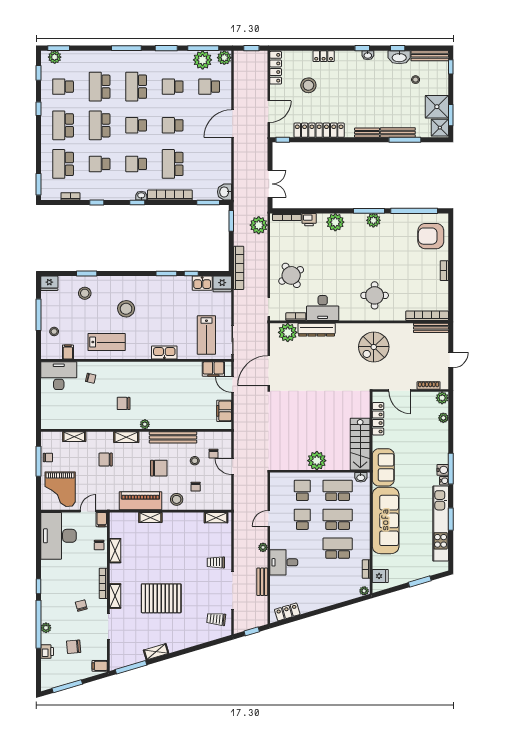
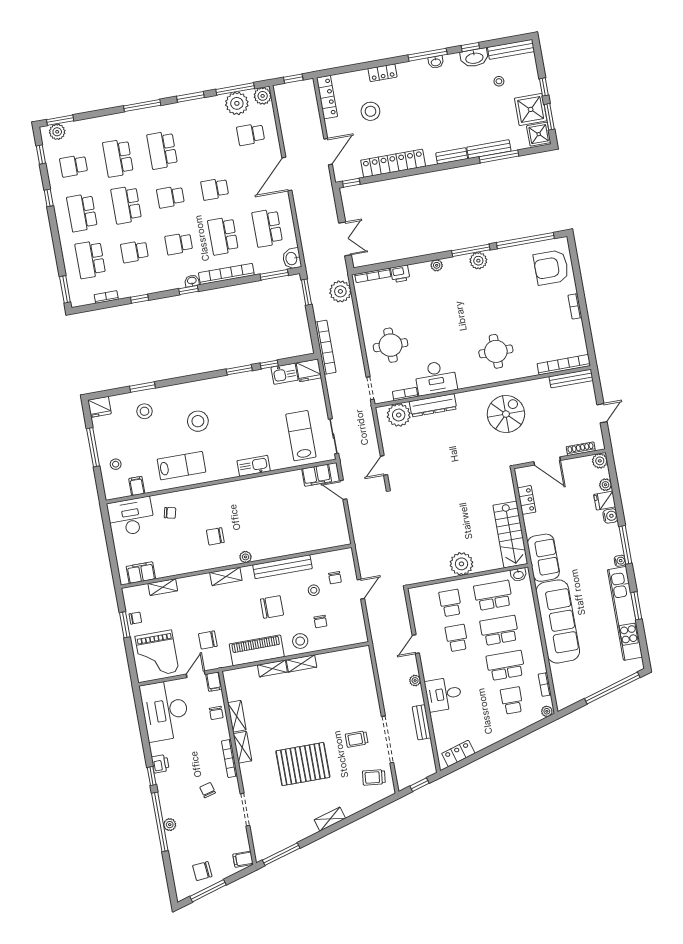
window: (362, 48) -> (428, 55), width x2.17
window: (451, 67) -> (544, 87), moved
school desk: (173, 87) -> (267, 228), moved, width x1.85
plant: (335, 222) -> (437, 265), width x0.53, depth x0.53
round table: (291, 275) -> (391, 345), turned 32
lab bench: (206, 335) -> (301, 436), turned 180
spiral stairs: (374, 347) -> (506, 414), turned 180
door: (269, 371) -> (384, 465), width x0.53
filing cabinet: (224, 411) -> (141, 573), moved, turned 90
locker: (378, 419) -> (527, 500), width x0.66
chair: (106, 460) -> (208, 640), moved
window: (38, 461) -> (125, 625), width x0.69
door: (233, 466) -> (361, 589), swing flipped
water cooler: (443, 470) -> (610, 516), moved
shelving: (216, 518) -> (302, 663), moved
trolley: (216, 562) -> (357, 739), moved
fridge: (380, 576) -> (605, 501), moved, turned 180
school desk: (338, 577) -> (512, 700), added
window: (420, 582) -> (612, 688), width x2.11
shelving: (115, 596) -> (242, 747), moved
chair: (74, 647) -> (202, 871), moved
printer: (47, 652) -> (160, 764), moved
shelving: (156, 652) -> (330, 819), moved

